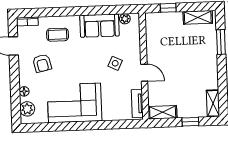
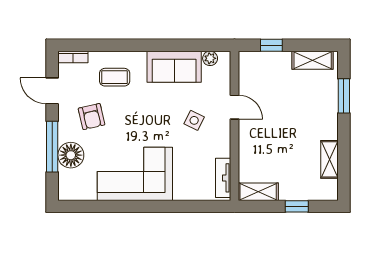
door: (144, 73) -> (234, 107), moved
window: (15, 86) -> (52, 147), added
floor lamp: (24, 91) -> (71, 155), width x1.89, depth x1.89
shelving: (213, 103) -> (329, 159), moved
plant: (27, 109) -> (68, 180), removed

